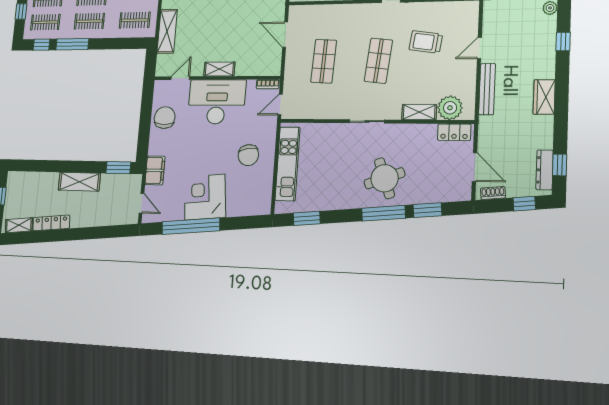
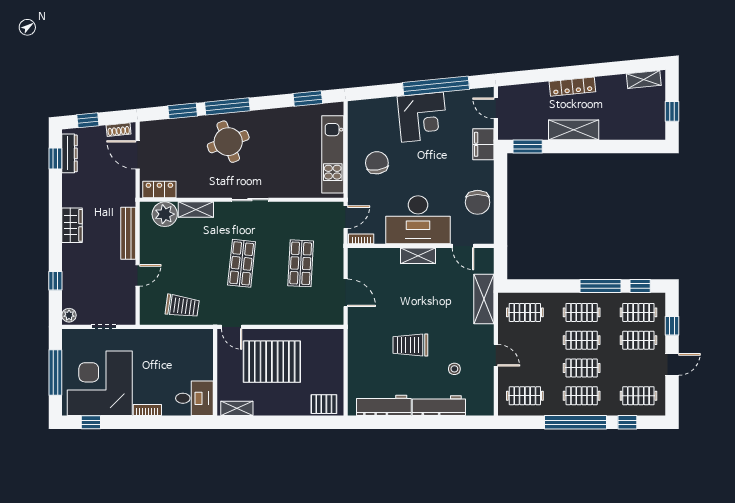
trolley: (426, 42) -> (182, 306), moved
door: (180, 78) -> (463, 246), hinge flipped
locker: (51, 223) -> (572, 87), moved

